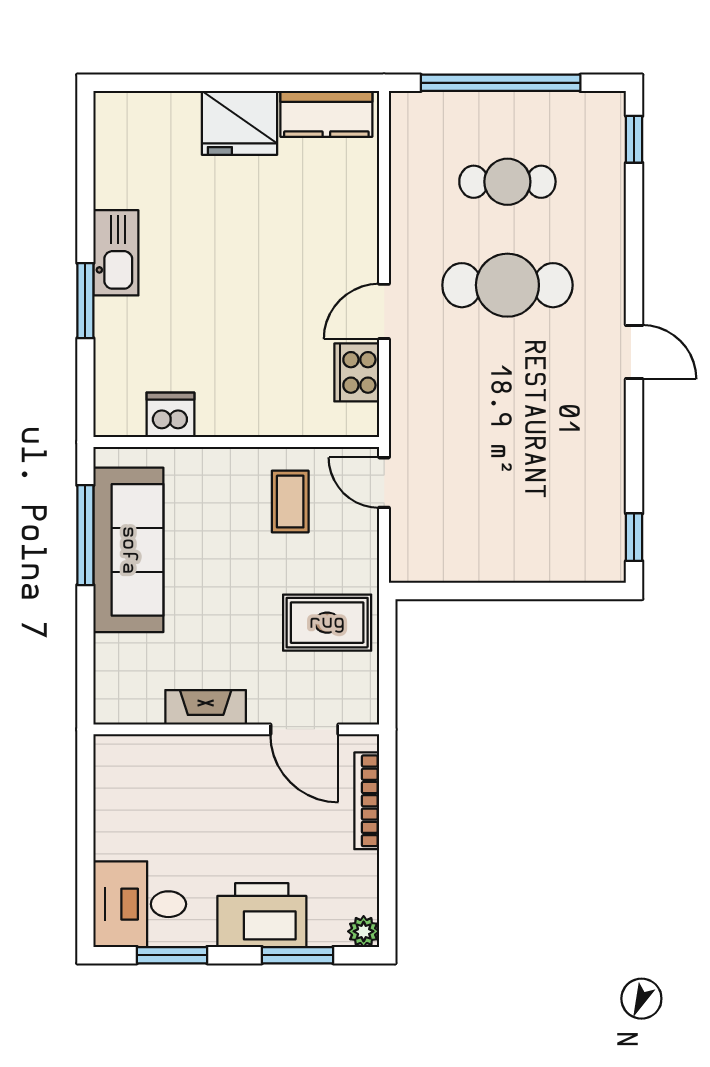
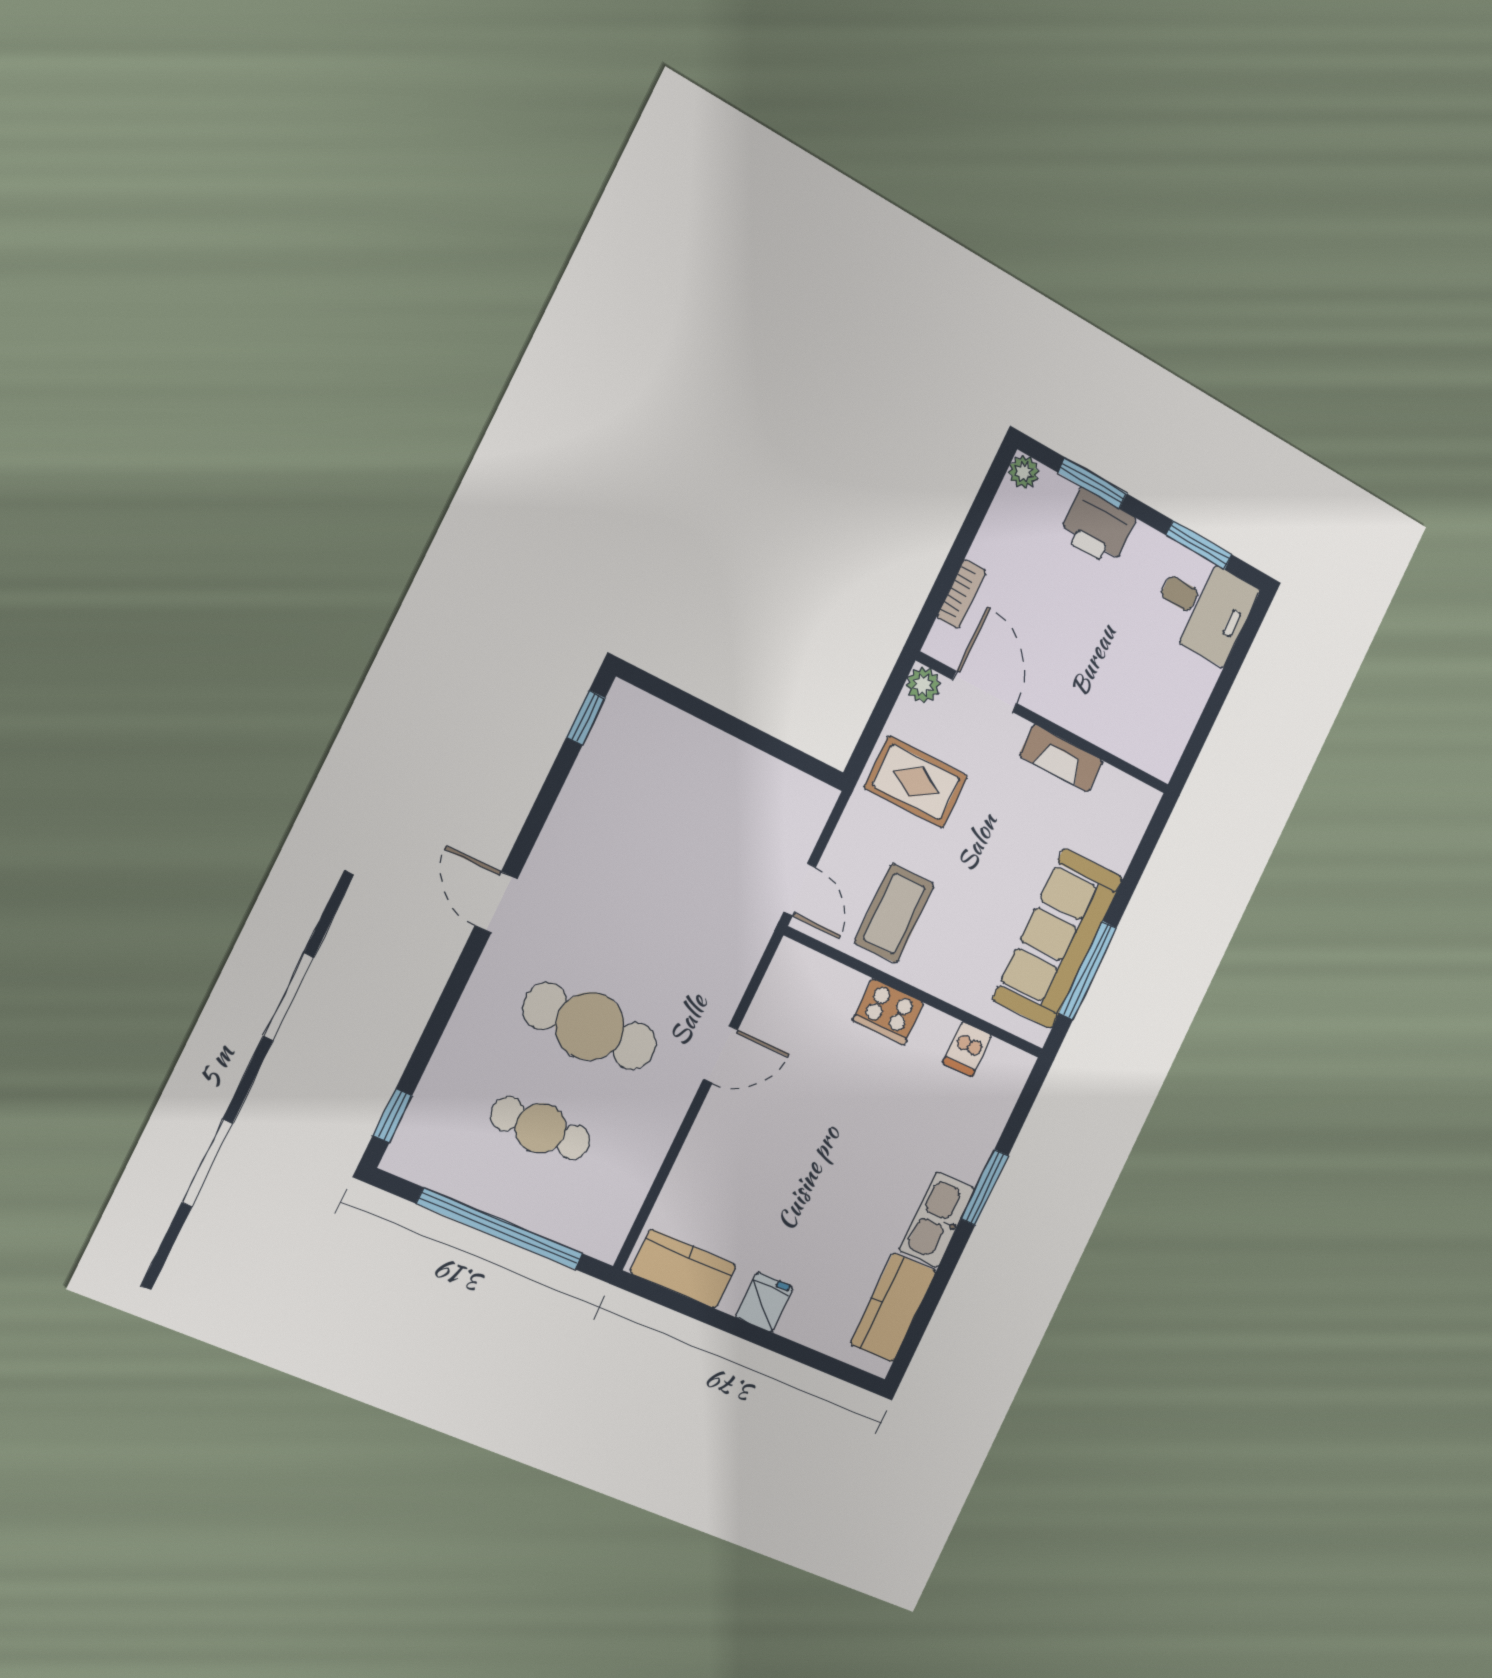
fridge: (239, 123) -> (764, 1302), width x0.53, depth x0.75
kitchen counter: (118, 158) -> (893, 1308), added
cooker: (357, 372) -> (888, 1012), moved, turned 90
dishwasher: (170, 415) -> (967, 1049), width x0.73
coffee table: (290, 502) -> (894, 913), width x1.36, depth x1.30
plant: (362, 707) -> (923, 685), added
bookcase: (367, 801) -> (962, 594), width x0.64
printer: (262, 915) -> (1097, 527), width x0.73, depth x0.84

